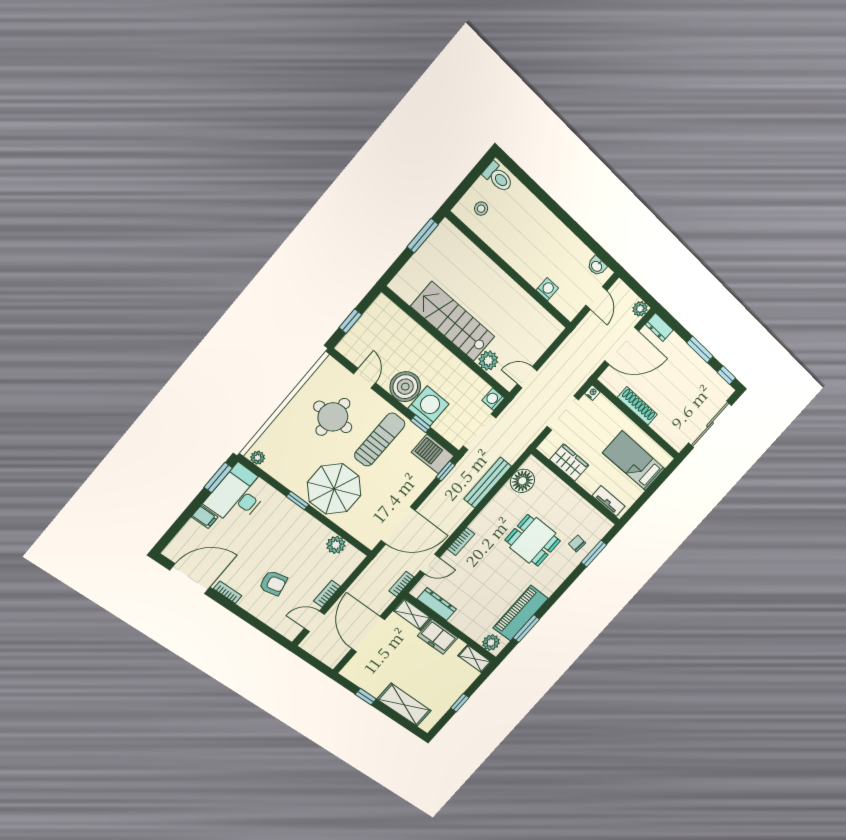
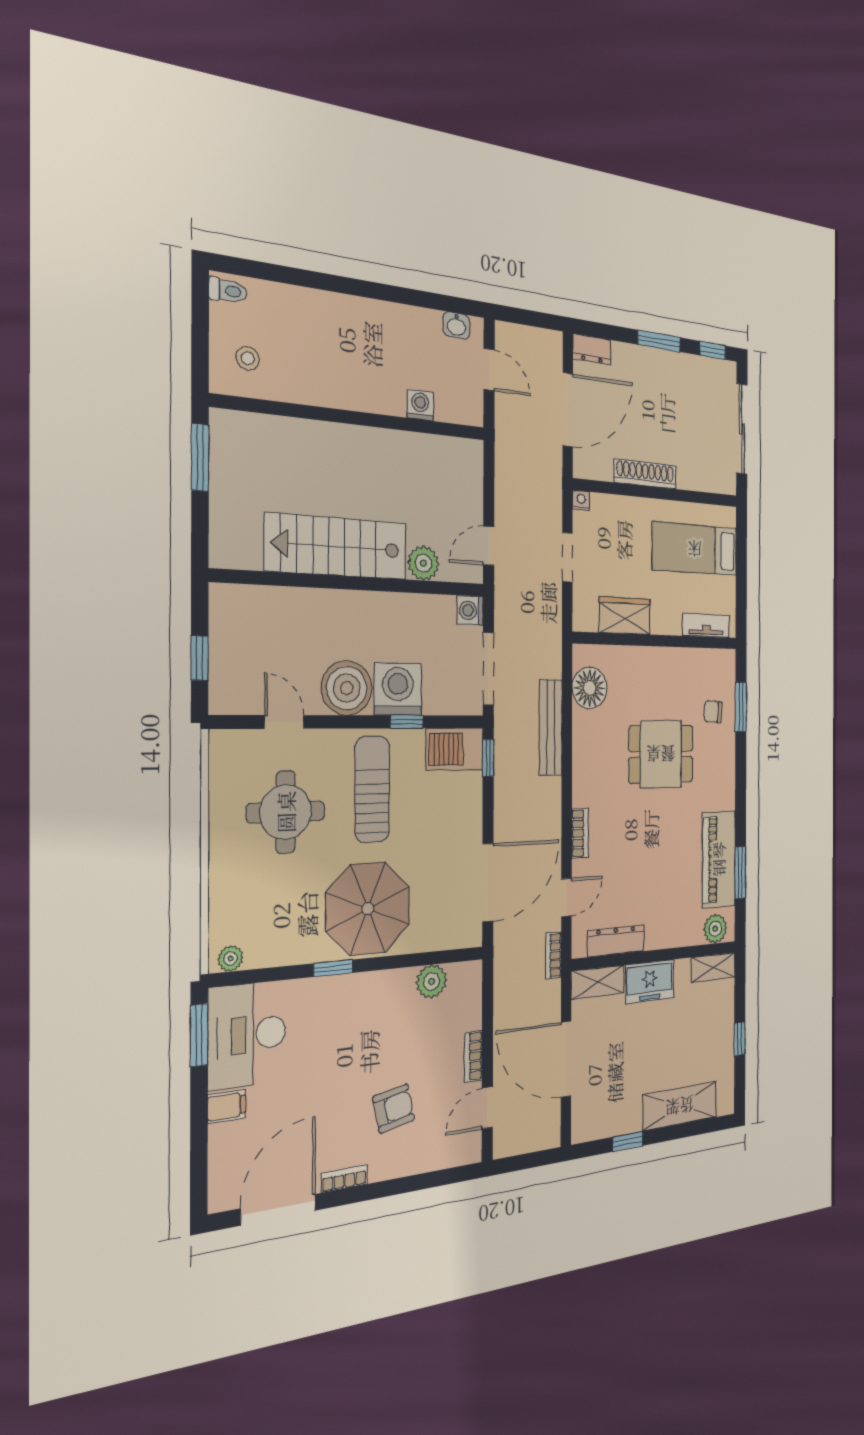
toilet: (498, 177) -> (228, 291), width x0.73, depth x0.72
plant: (640, 309) -> (551, 343), removed
doorway: (563, 413) -> (567, 557), width x0.73

